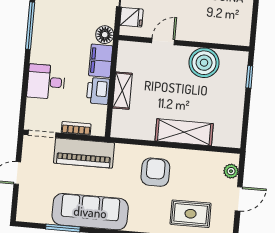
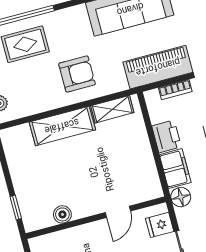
boiler: (204, 63) -> (62, 214), width x0.54, depth x0.54
shelving: (122, 91) -> (112, 109), moved, turned 90
armchair: (155, 172) -> (77, 74), turned -90

